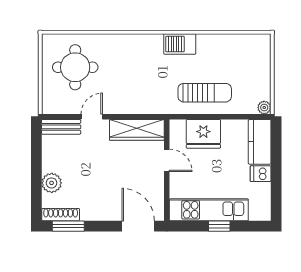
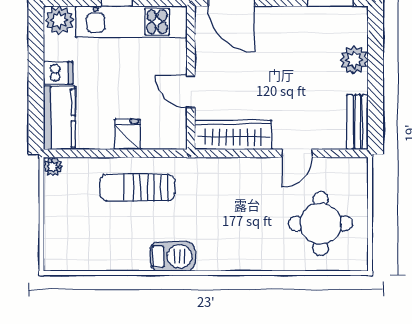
bench: (61, 127) -> (358, 122), moved, turned 90
fridge: (203, 134) -> (128, 134), width x0.53, depth x0.75
plant: (260, 211) -> (59, 20), added
shoe rack: (61, 215) -> (341, 15), removed

